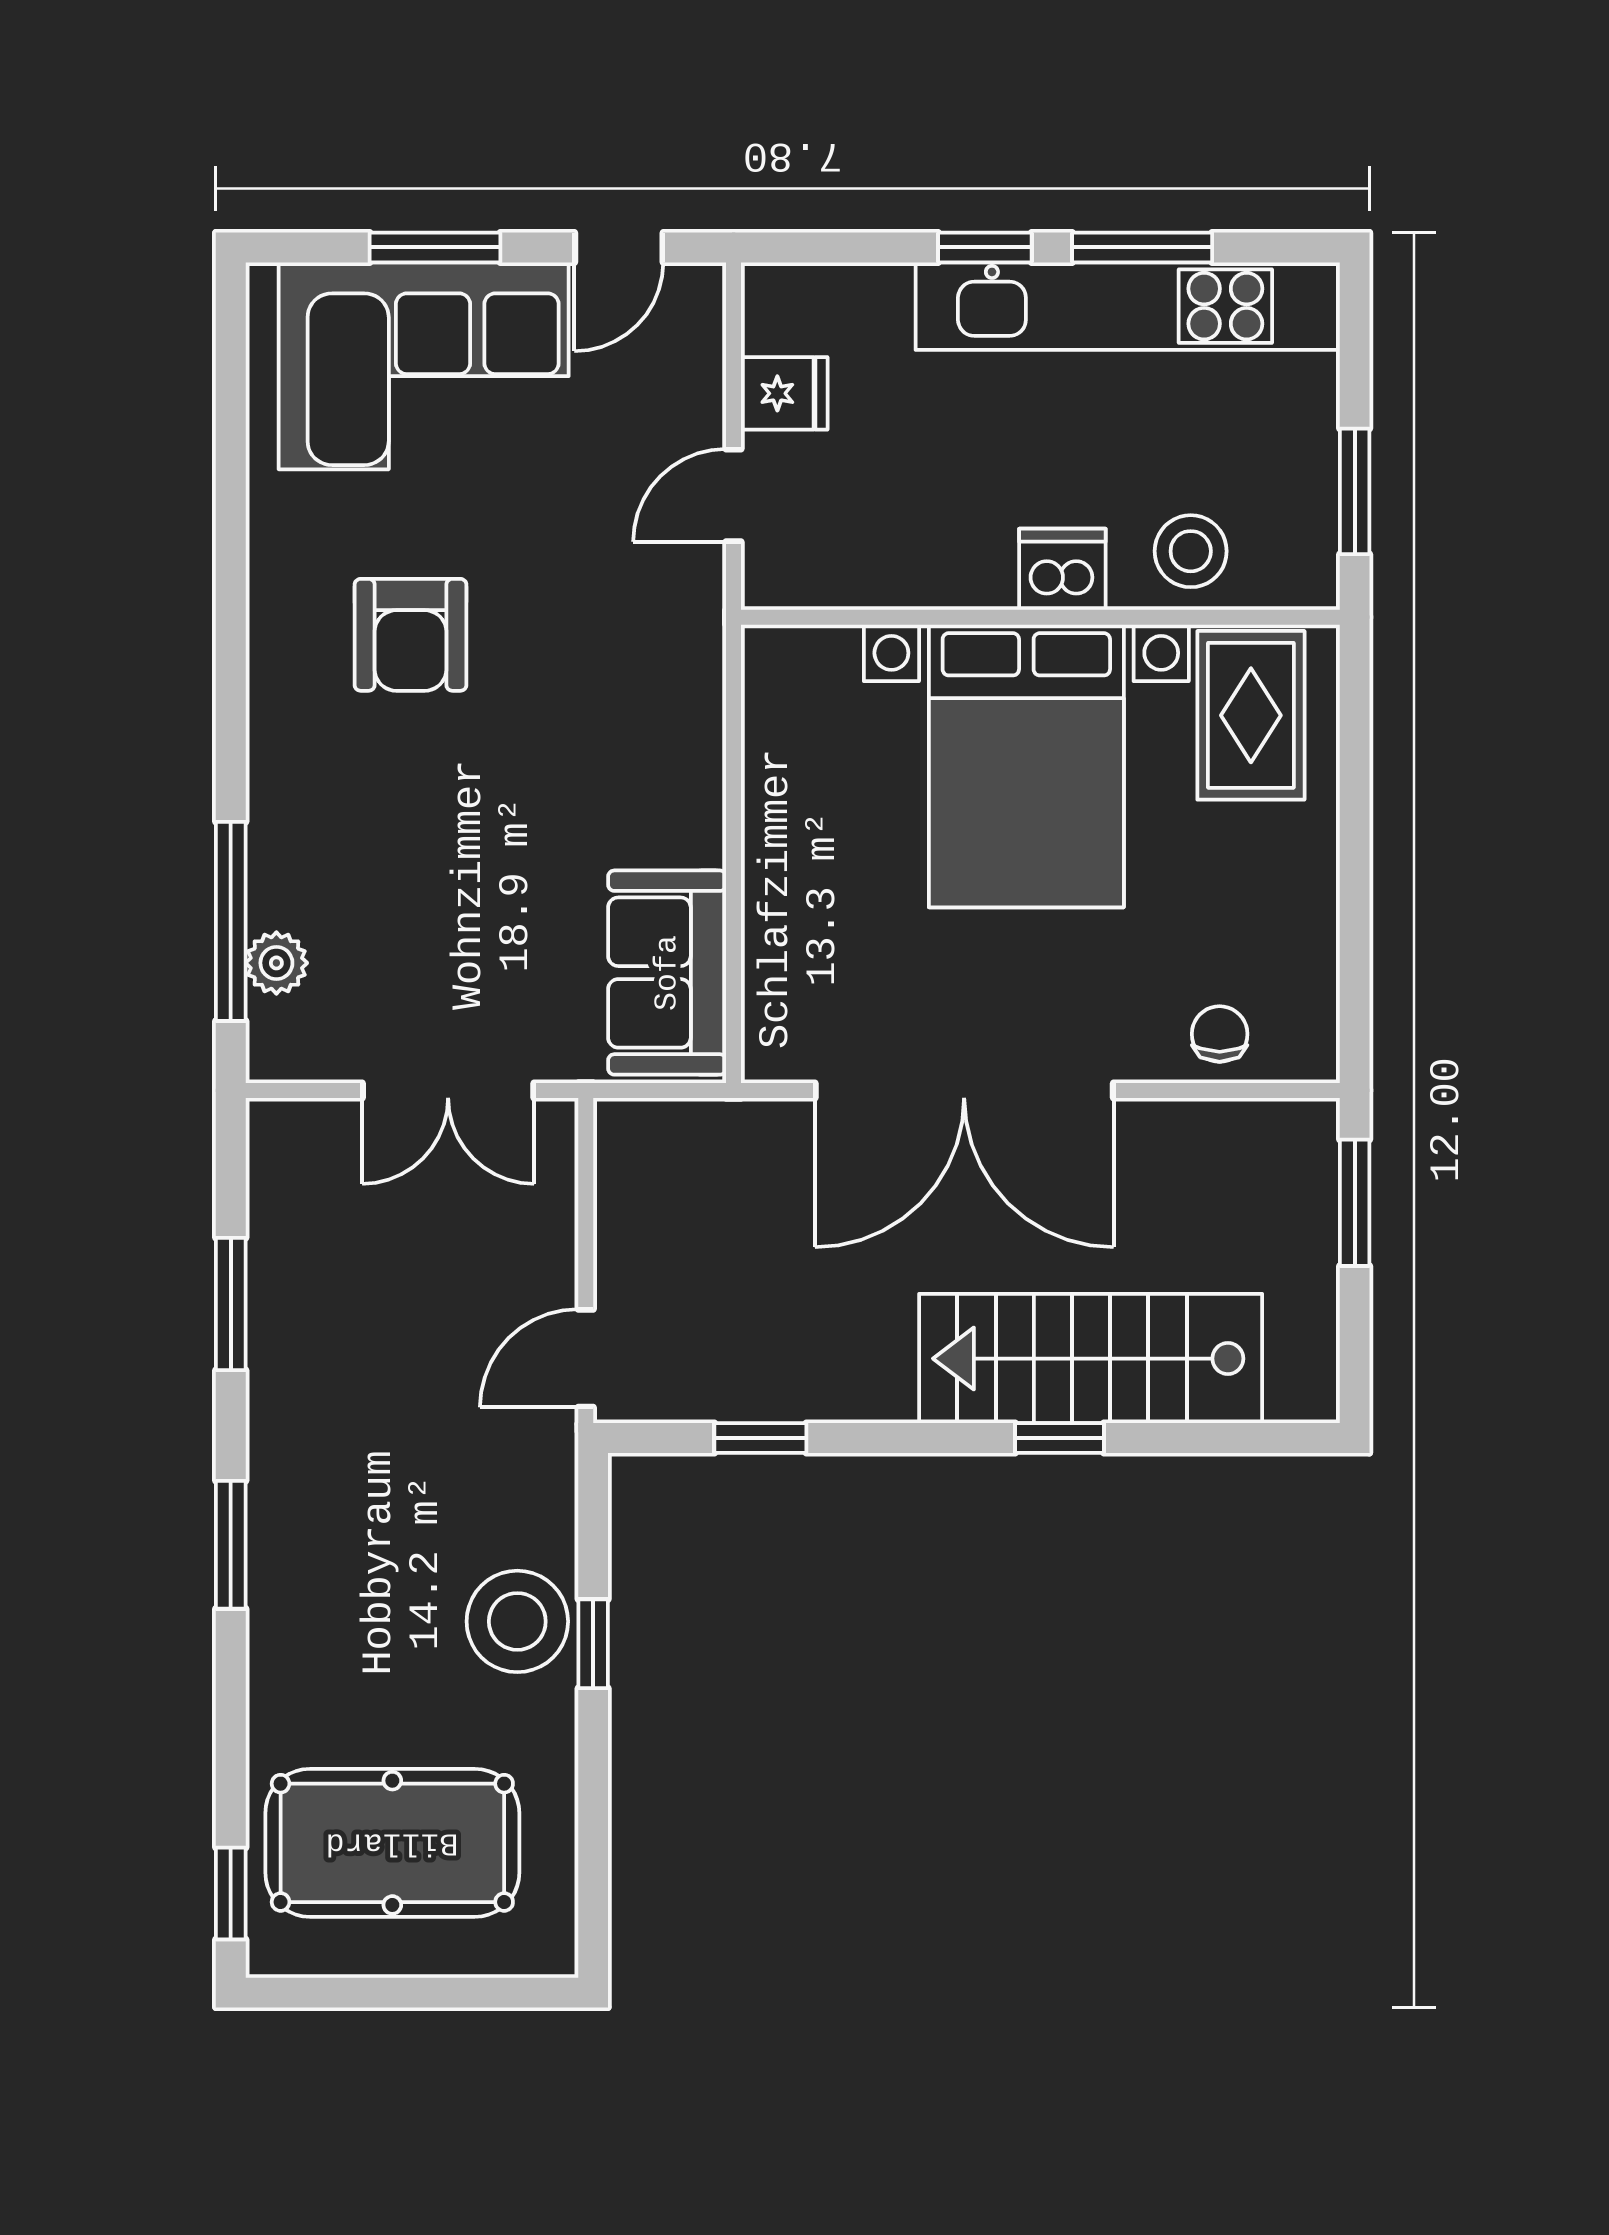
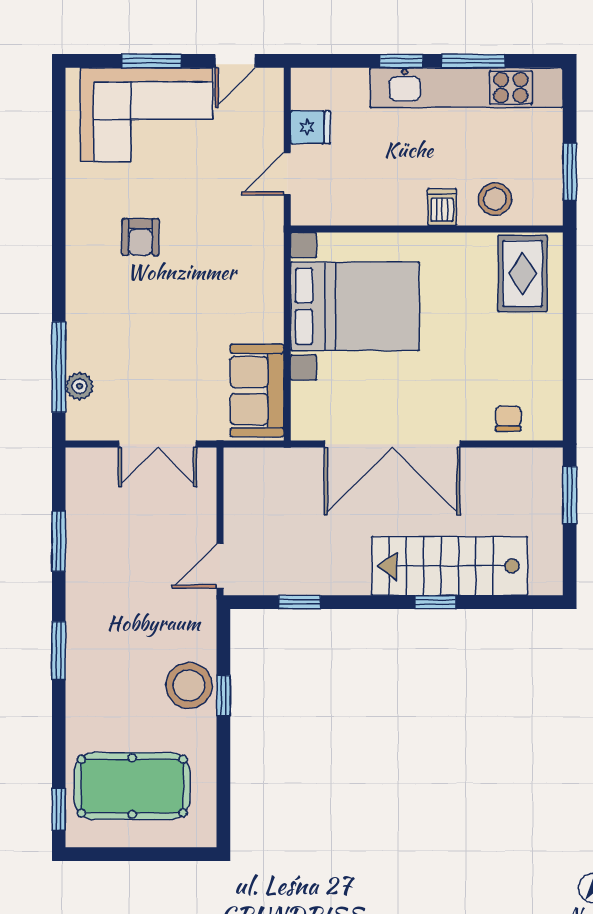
dishwasher: (1062, 569) -> (442, 207), width x0.73
armchair: (410, 635) -> (140, 237), width x0.72, depth x0.72
bed with nightstands: (1026, 766) -> (355, 306), moved, turned -90

